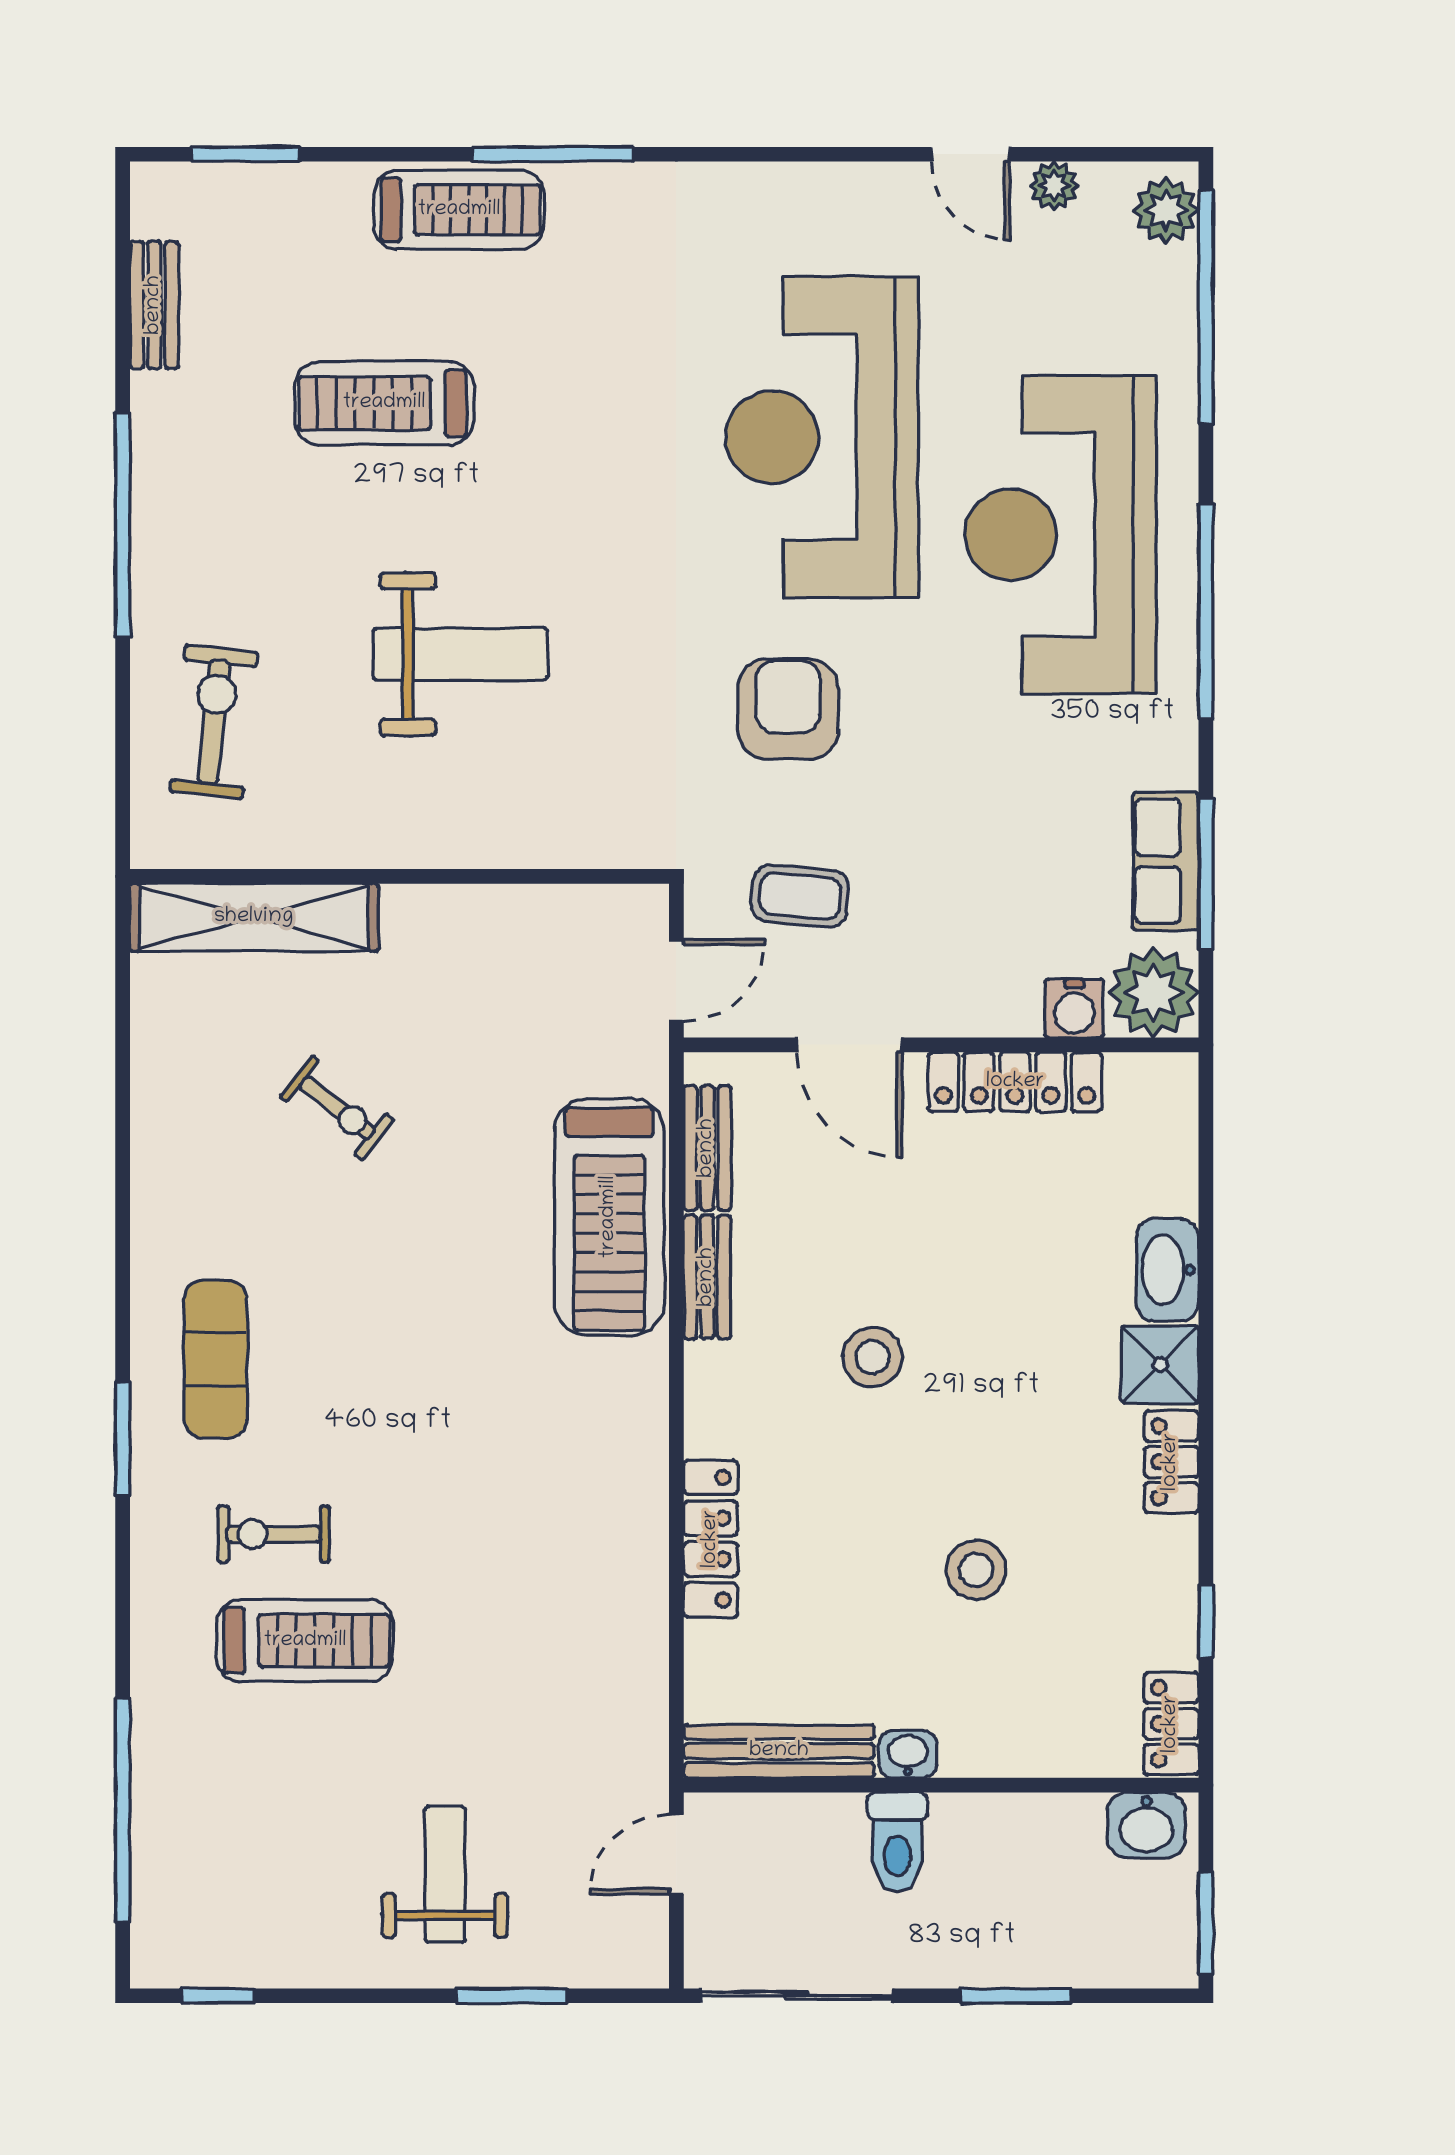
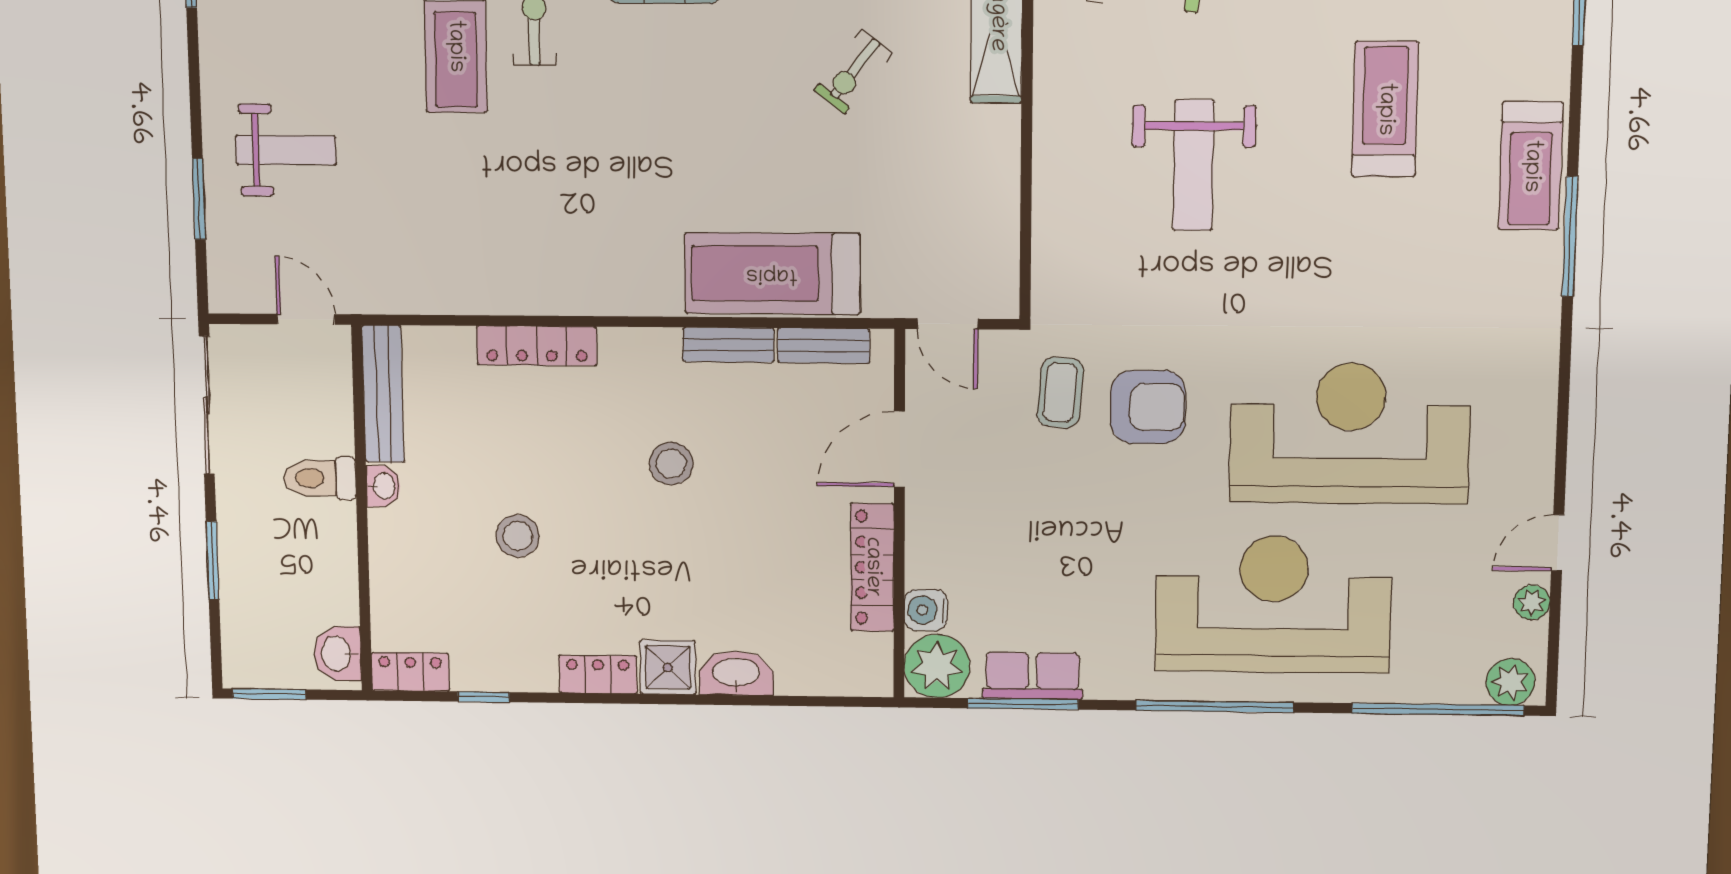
coffee table: (800, 896) -> (1060, 393), moved

